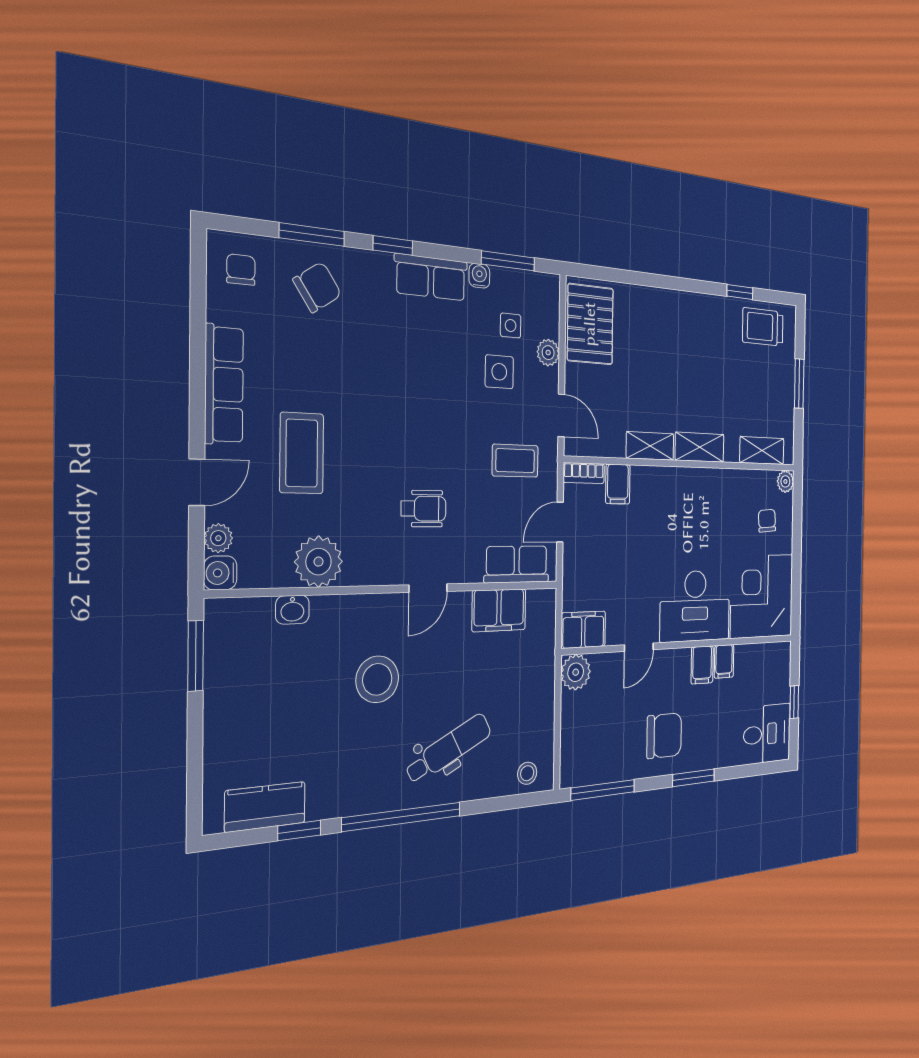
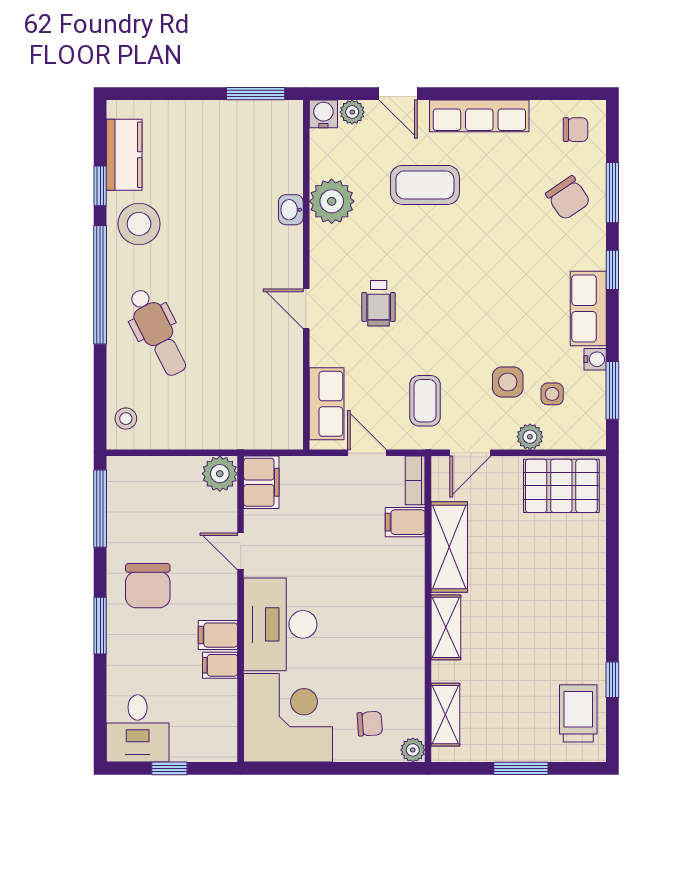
shelving: (650, 446) -> (449, 547), width x1.50, depth x1.33
washbasin: (292, 610) -> (291, 210), moved
filing cabinet: (499, 610) -> (284, 385), removed
stool: (377, 679) -> (139, 224), moved

